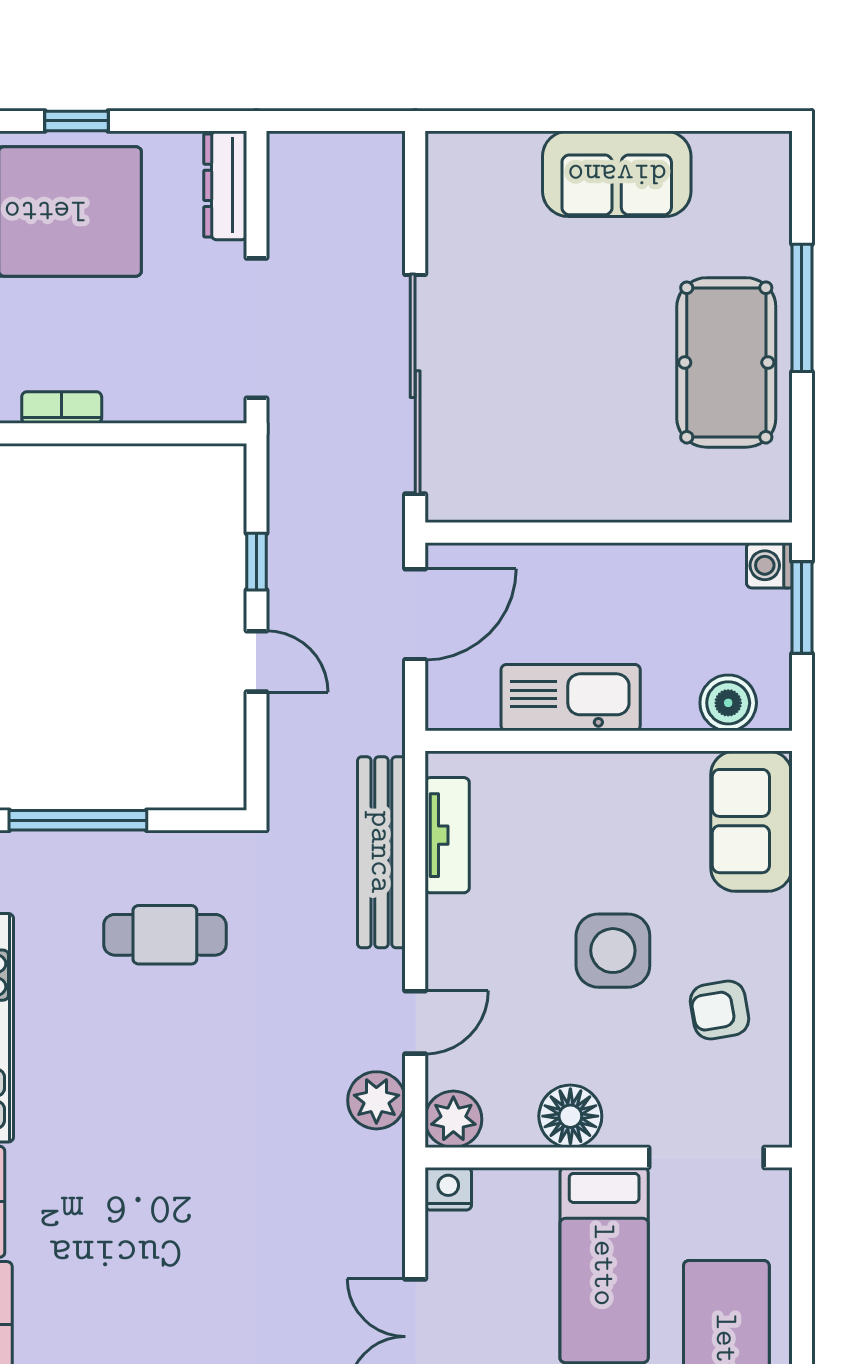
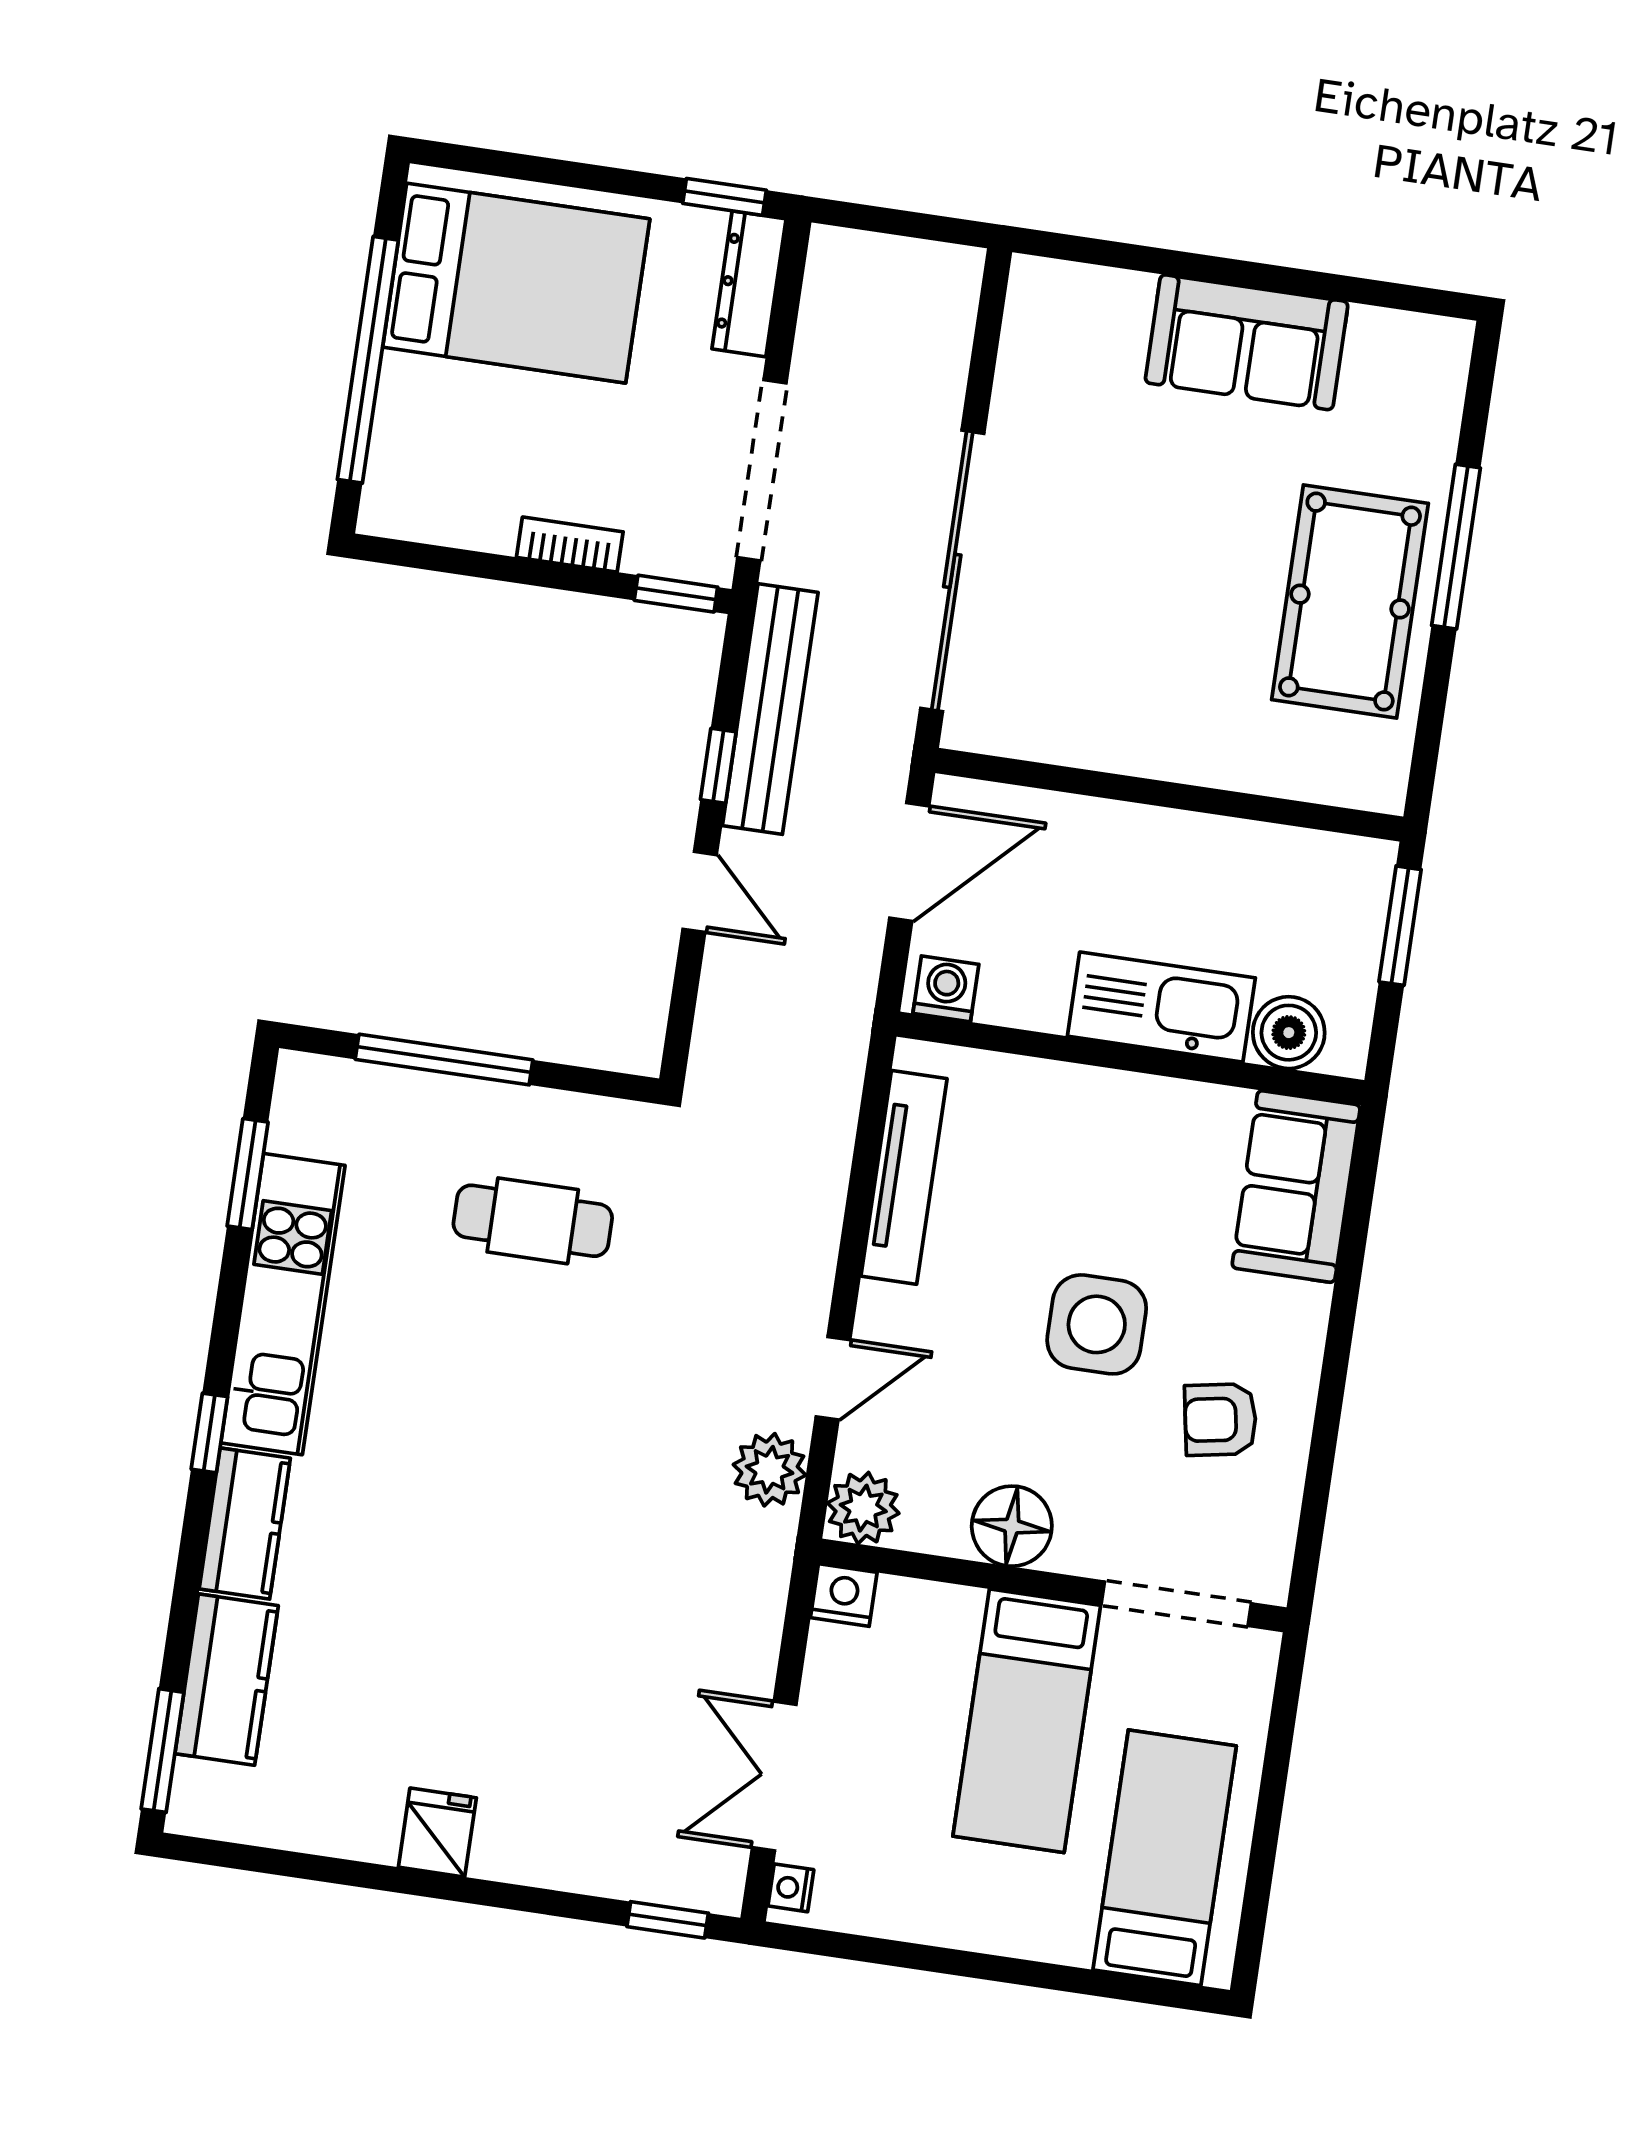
window: (76, 121) -> (725, 197), moved
bookcase: (62, 408) -> (570, 545), moved
window: (204, 433) -> (676, 594), added
washing machine: (769, 565) -> (946, 989), moved, turned 90
kitchen sink: (571, 698) -> (1161, 1007), moved
tv unit: (447, 835) -> (904, 1177), width x1.41
bench: (381, 852) -> (770, 709), moved

